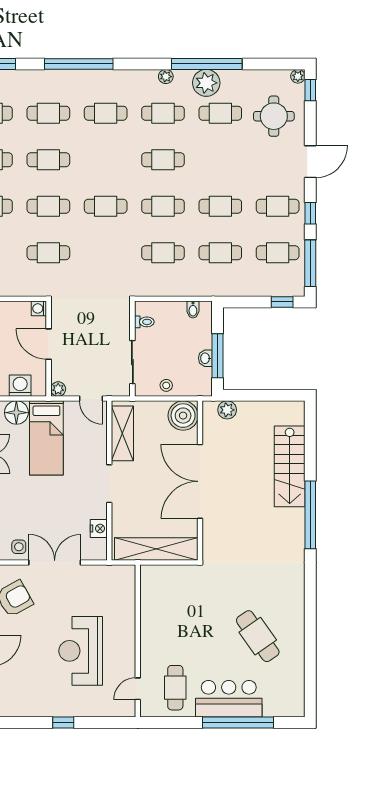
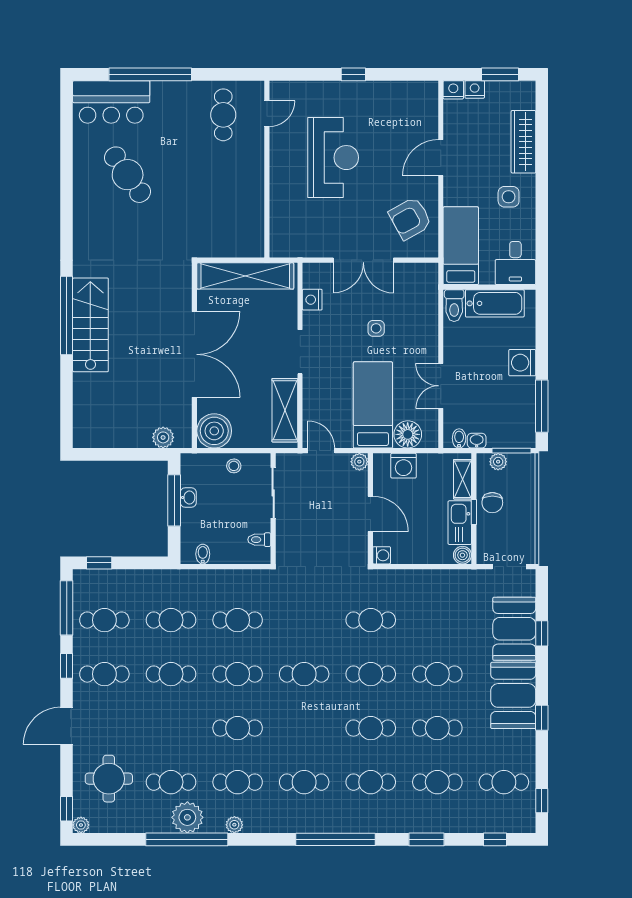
stairs: (290, 466) -> (90, 325), moved
side table: (19, 547) -> (376, 328), moved
bar counter: (229, 699) -> (111, 102), moved

